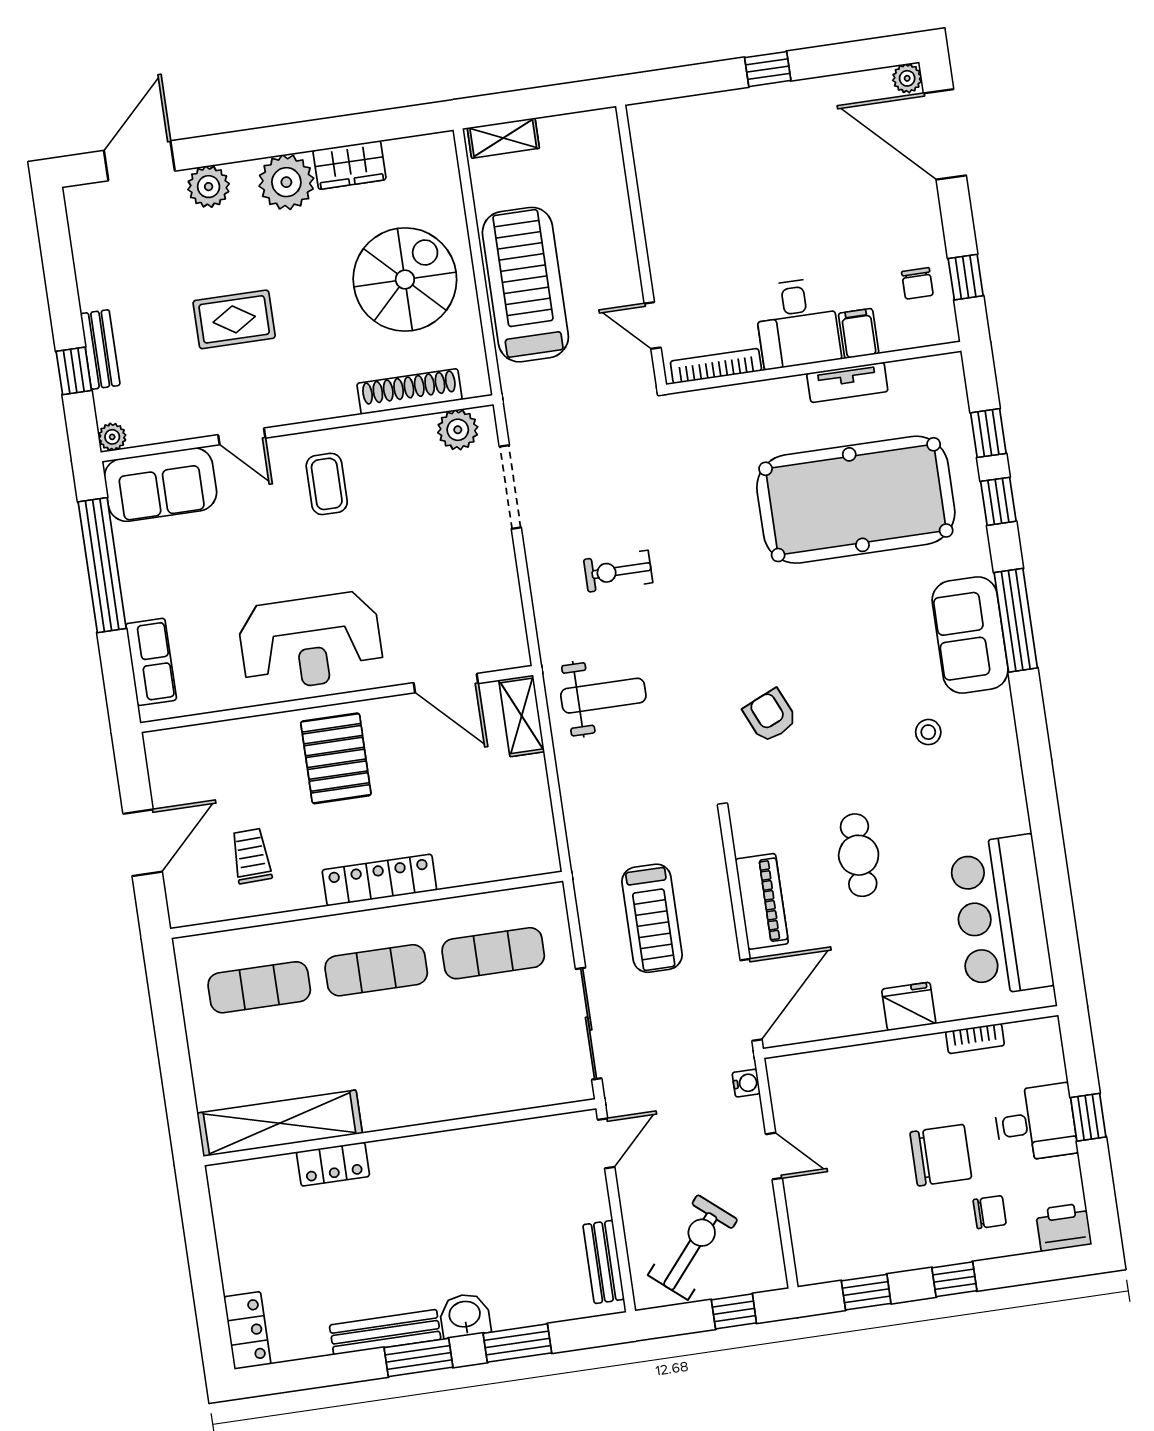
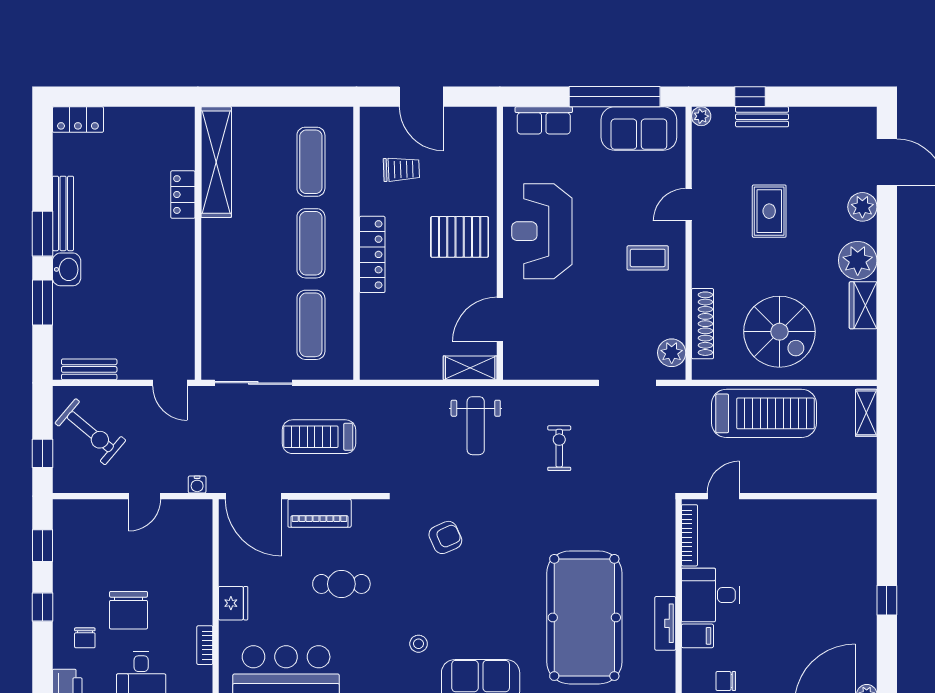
sofa: (160, 485) -> (639, 128), moved, turned -90

